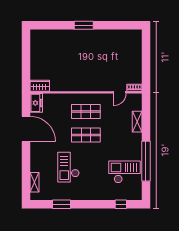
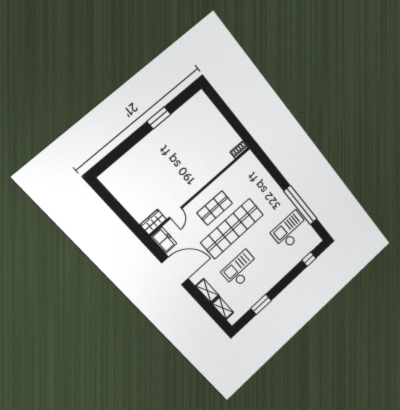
window: (84, 25) -> (159, 118), moved
door: (120, 92) -> (176, 213), moved
shelving: (137, 122) -> (207, 291), moved
shop shelf: (86, 135) -> (232, 229), width x2.00, depth x1.36
checkout: (68, 167) -> (241, 269), turned 90

